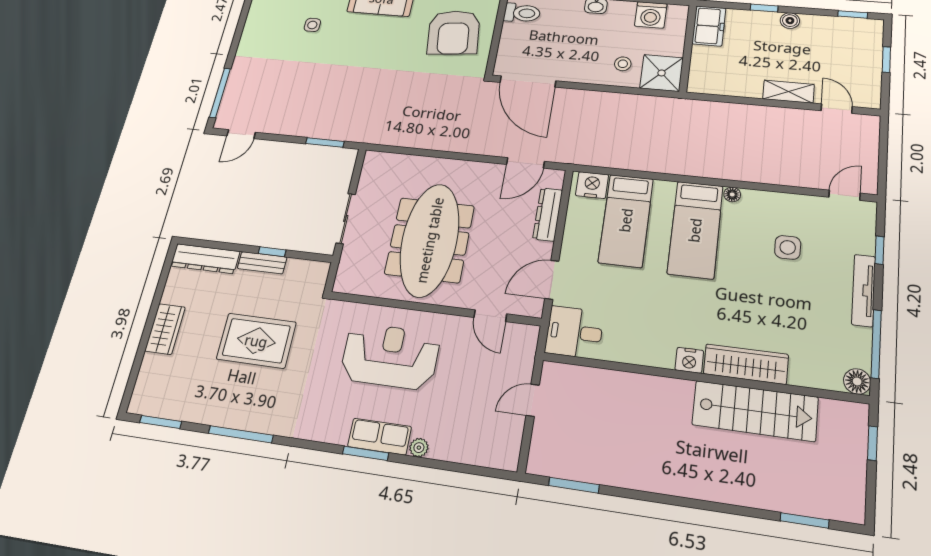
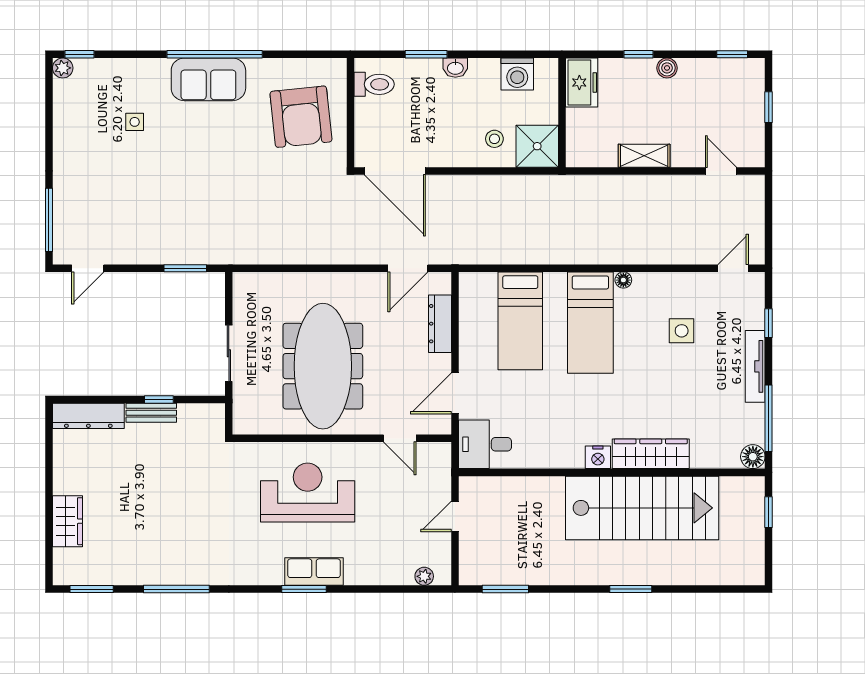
shelving: (788, 92) -> (644, 156), moved
nightstand: (592, 185) -> (481, 286), removed
wardrobe: (165, 329) -> (67, 521), moved
rug: (256, 341) -> (167, 495), removed
stairs: (755, 411) -> (642, 508), width x1.36, depth x1.51
plant: (419, 448) -> (424, 576), moved
window: (805, 520) -> (631, 589), moved

